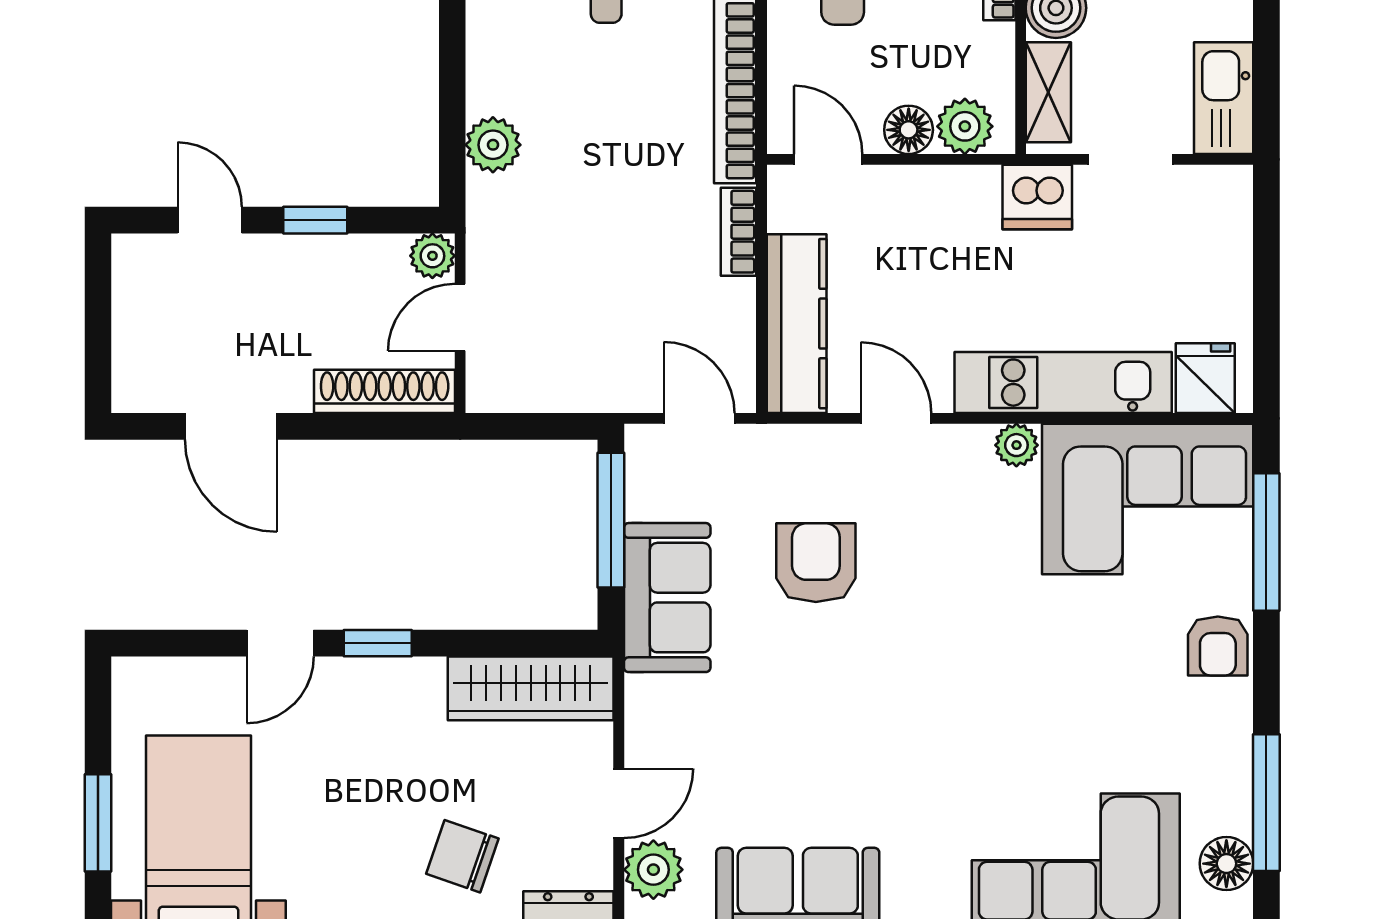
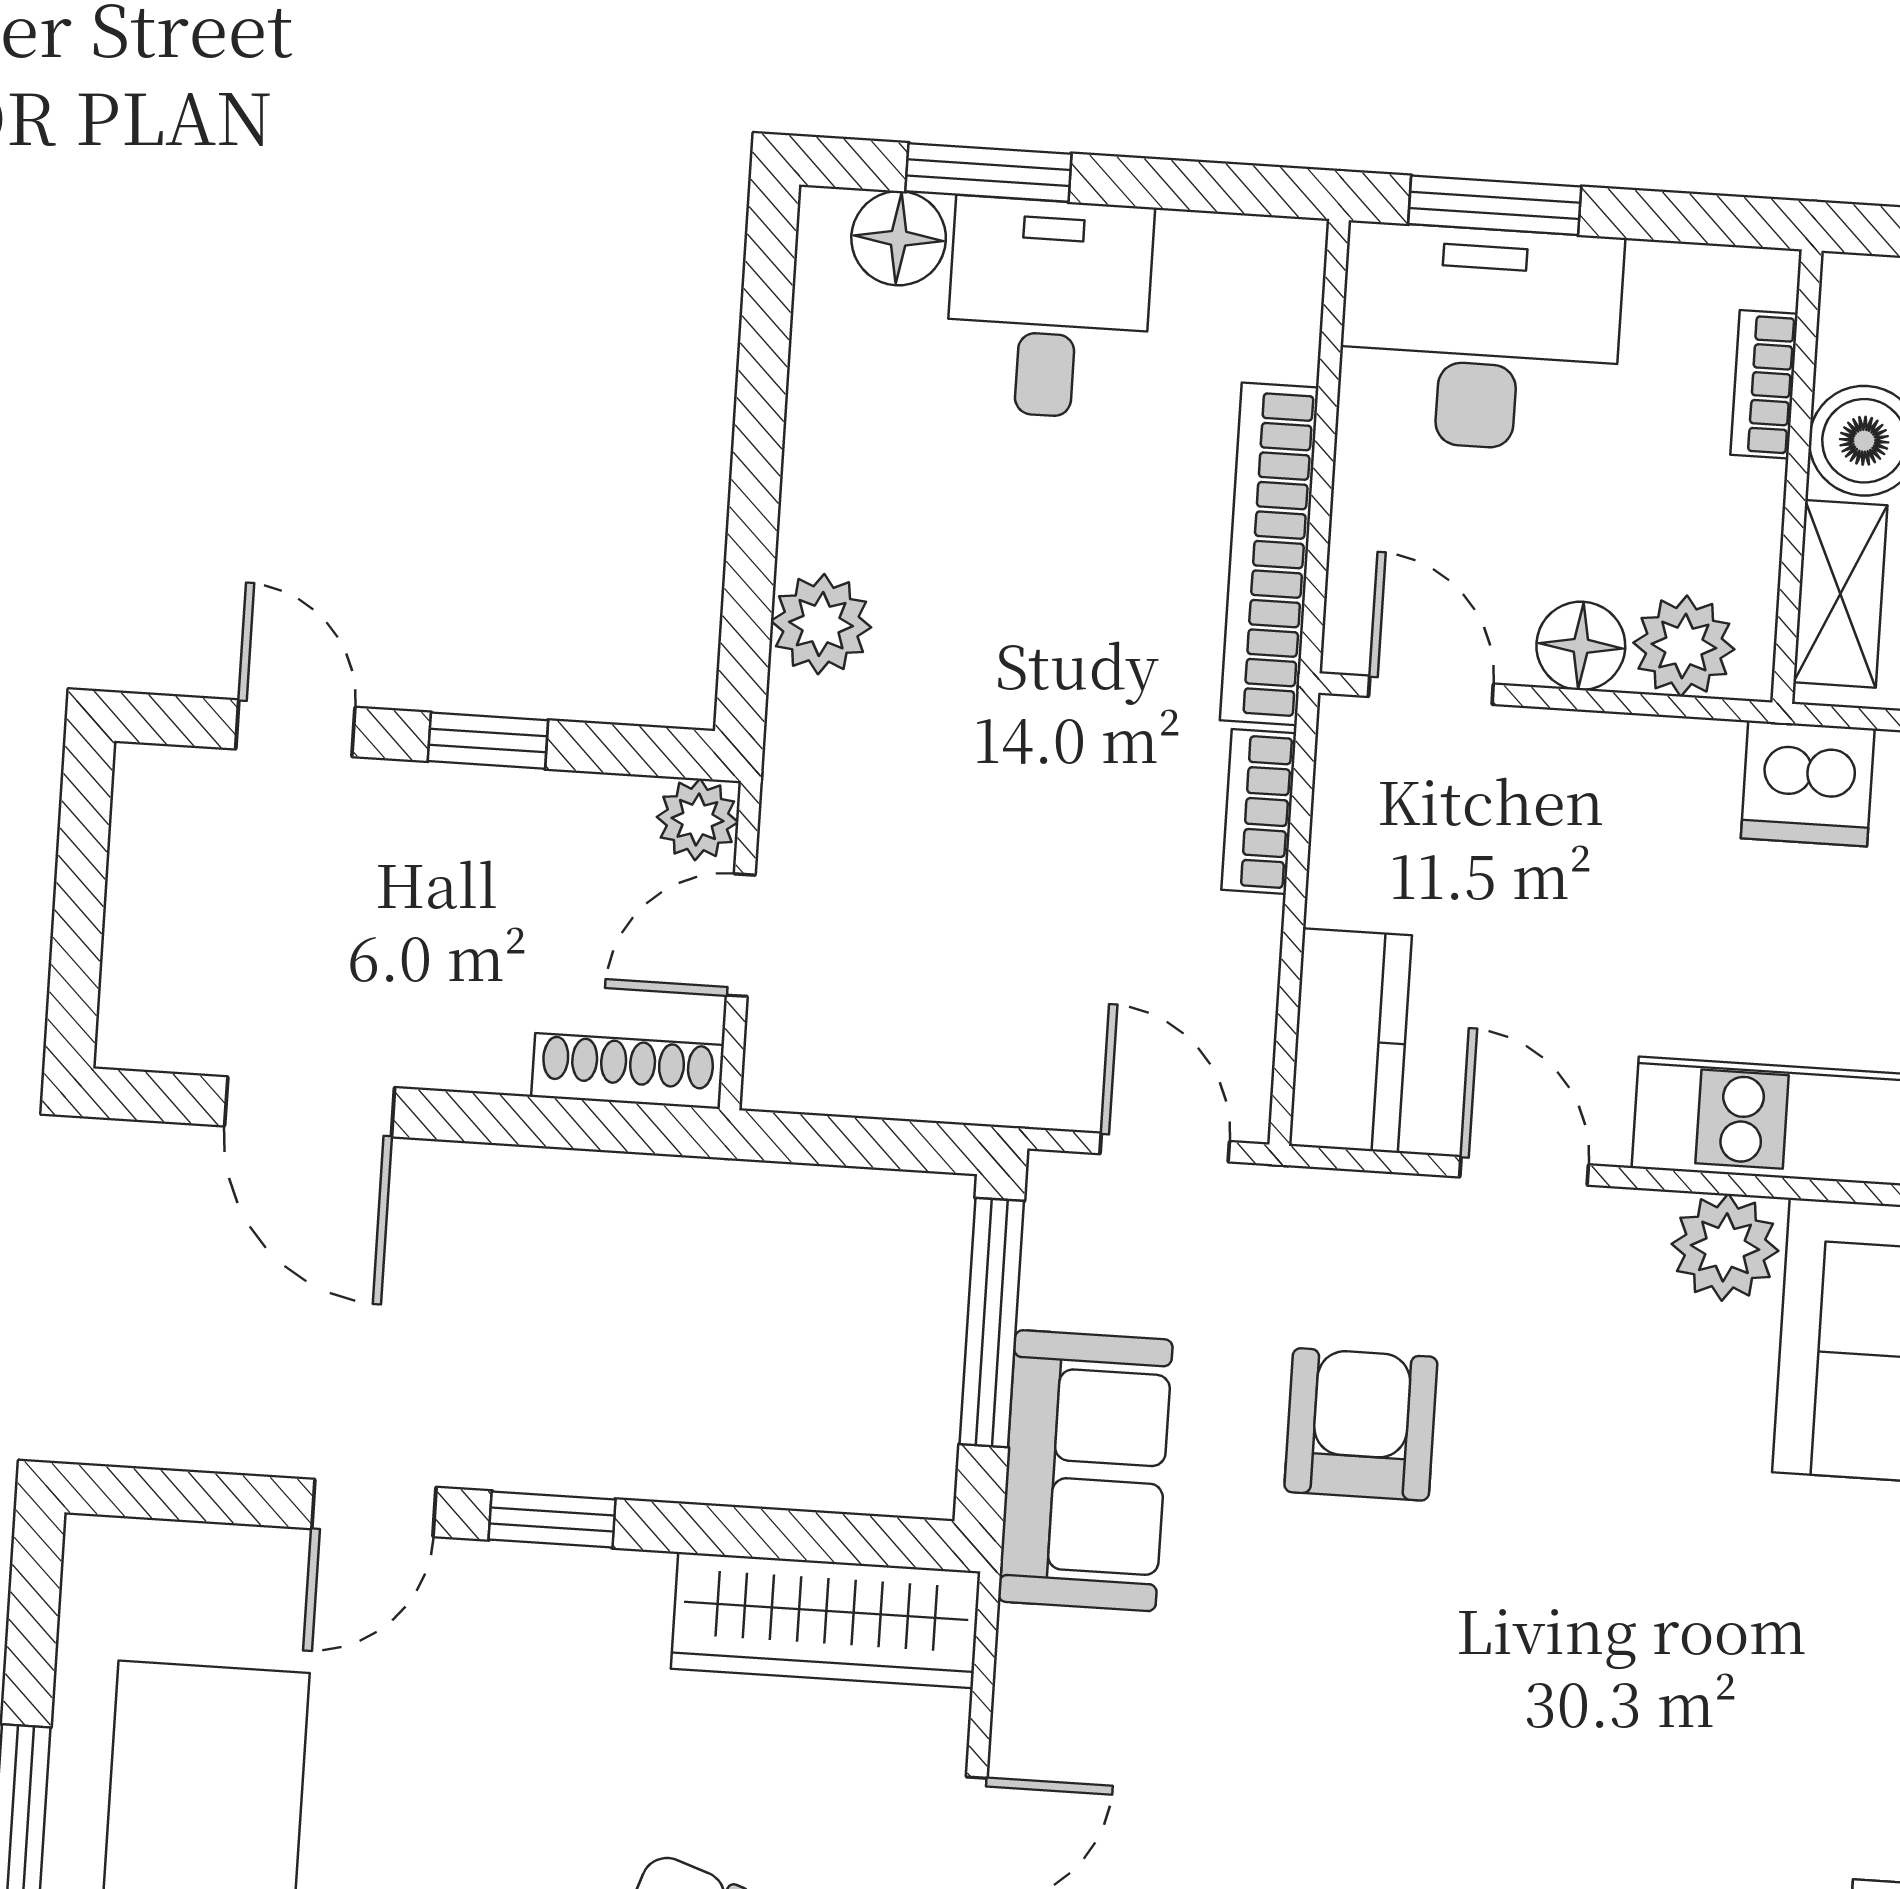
kitchen counter: (797, 324) -> (1350, 1041), width x0.67
shoe rack: (385, 391) -> (628, 1071), width x0.74, depth x0.81
plant: (1016, 445) -> (1725, 1247), width x1.38, depth x1.38

